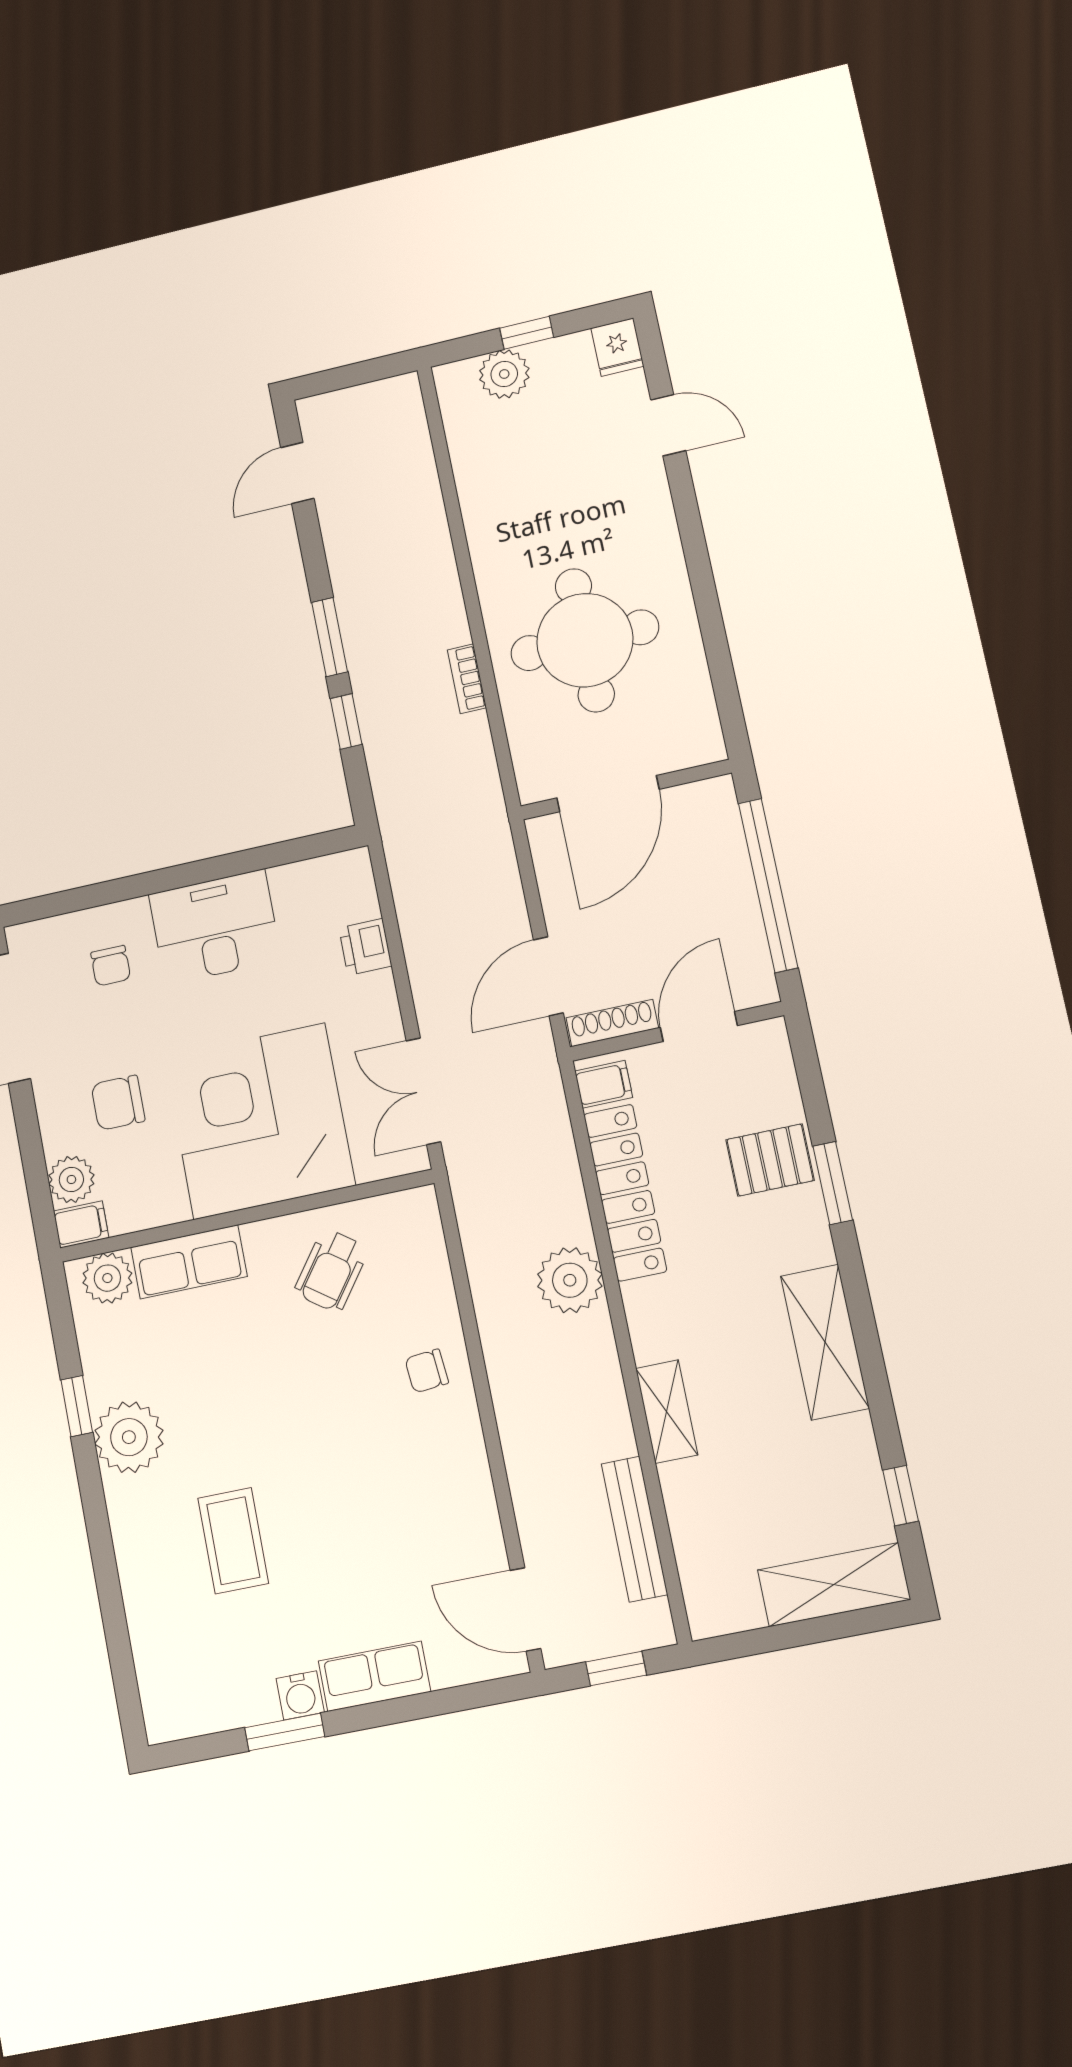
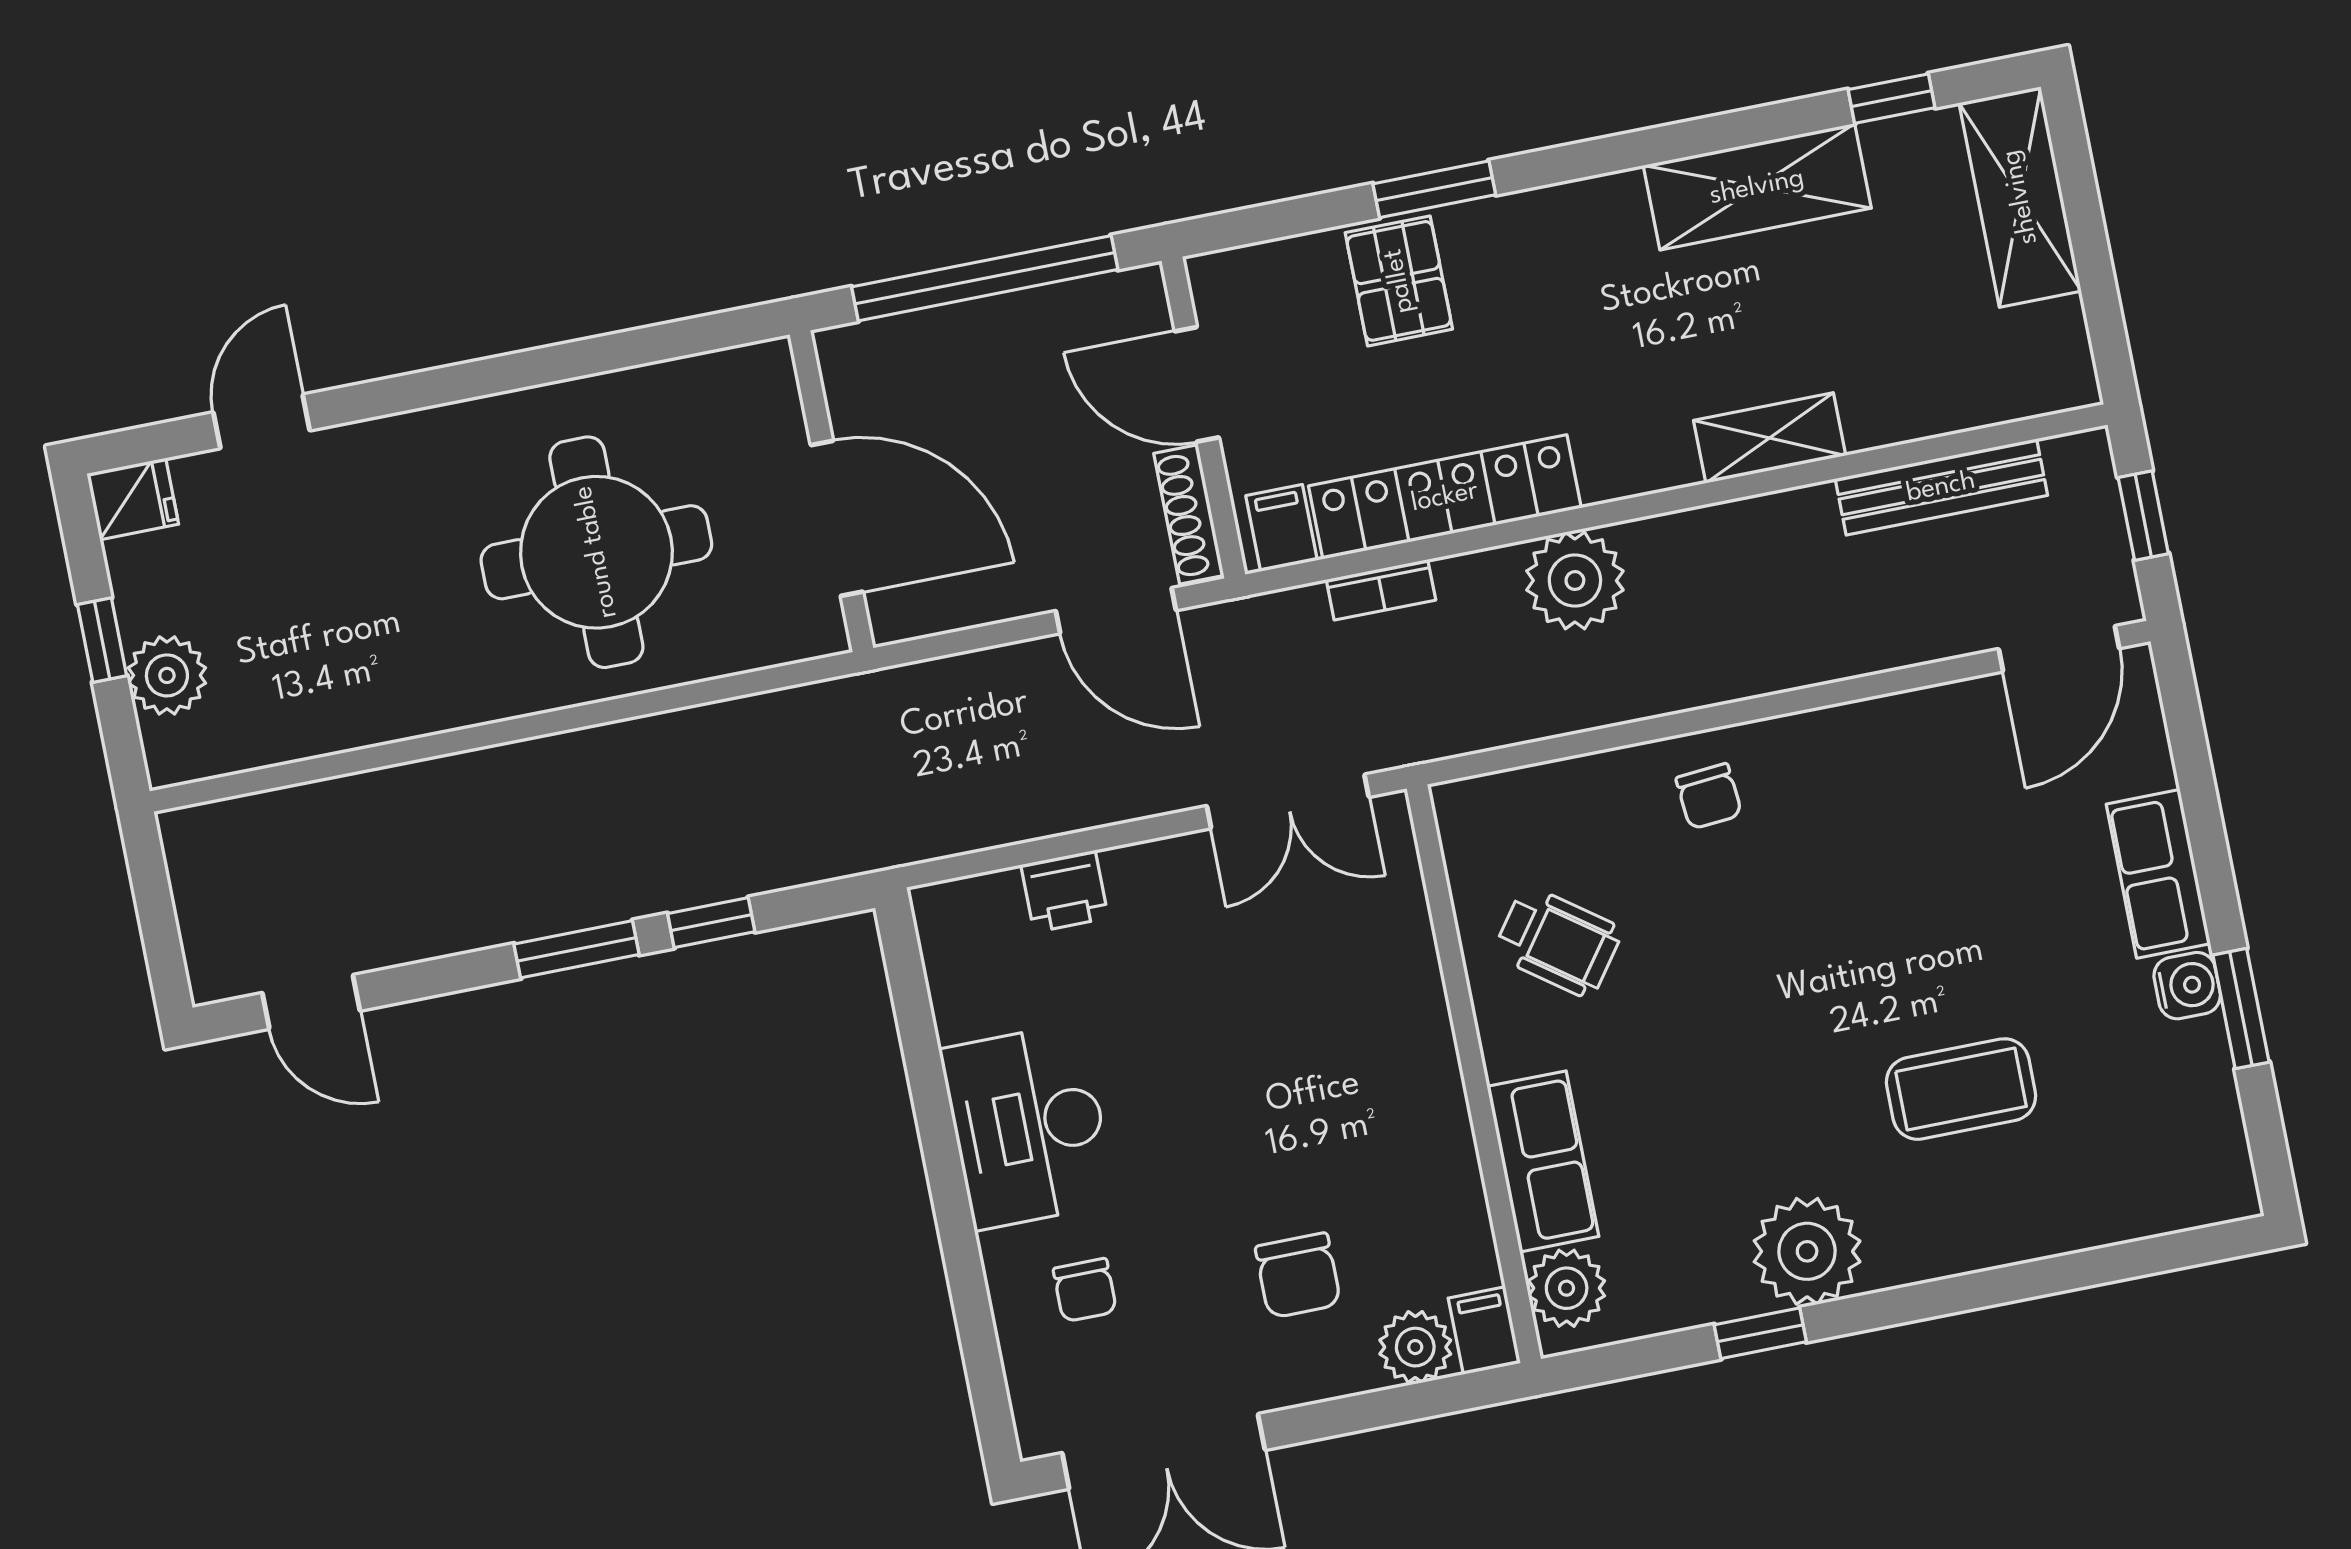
bookcase: (467, 679) -> (1381, 590), moved
chair: (111, 966) -> (1085, 1290), turned 90
corner desk: (259, 1121) -> (1330, 1054), removed
shelving: (825, 1342) -> (1757, 187), moved

